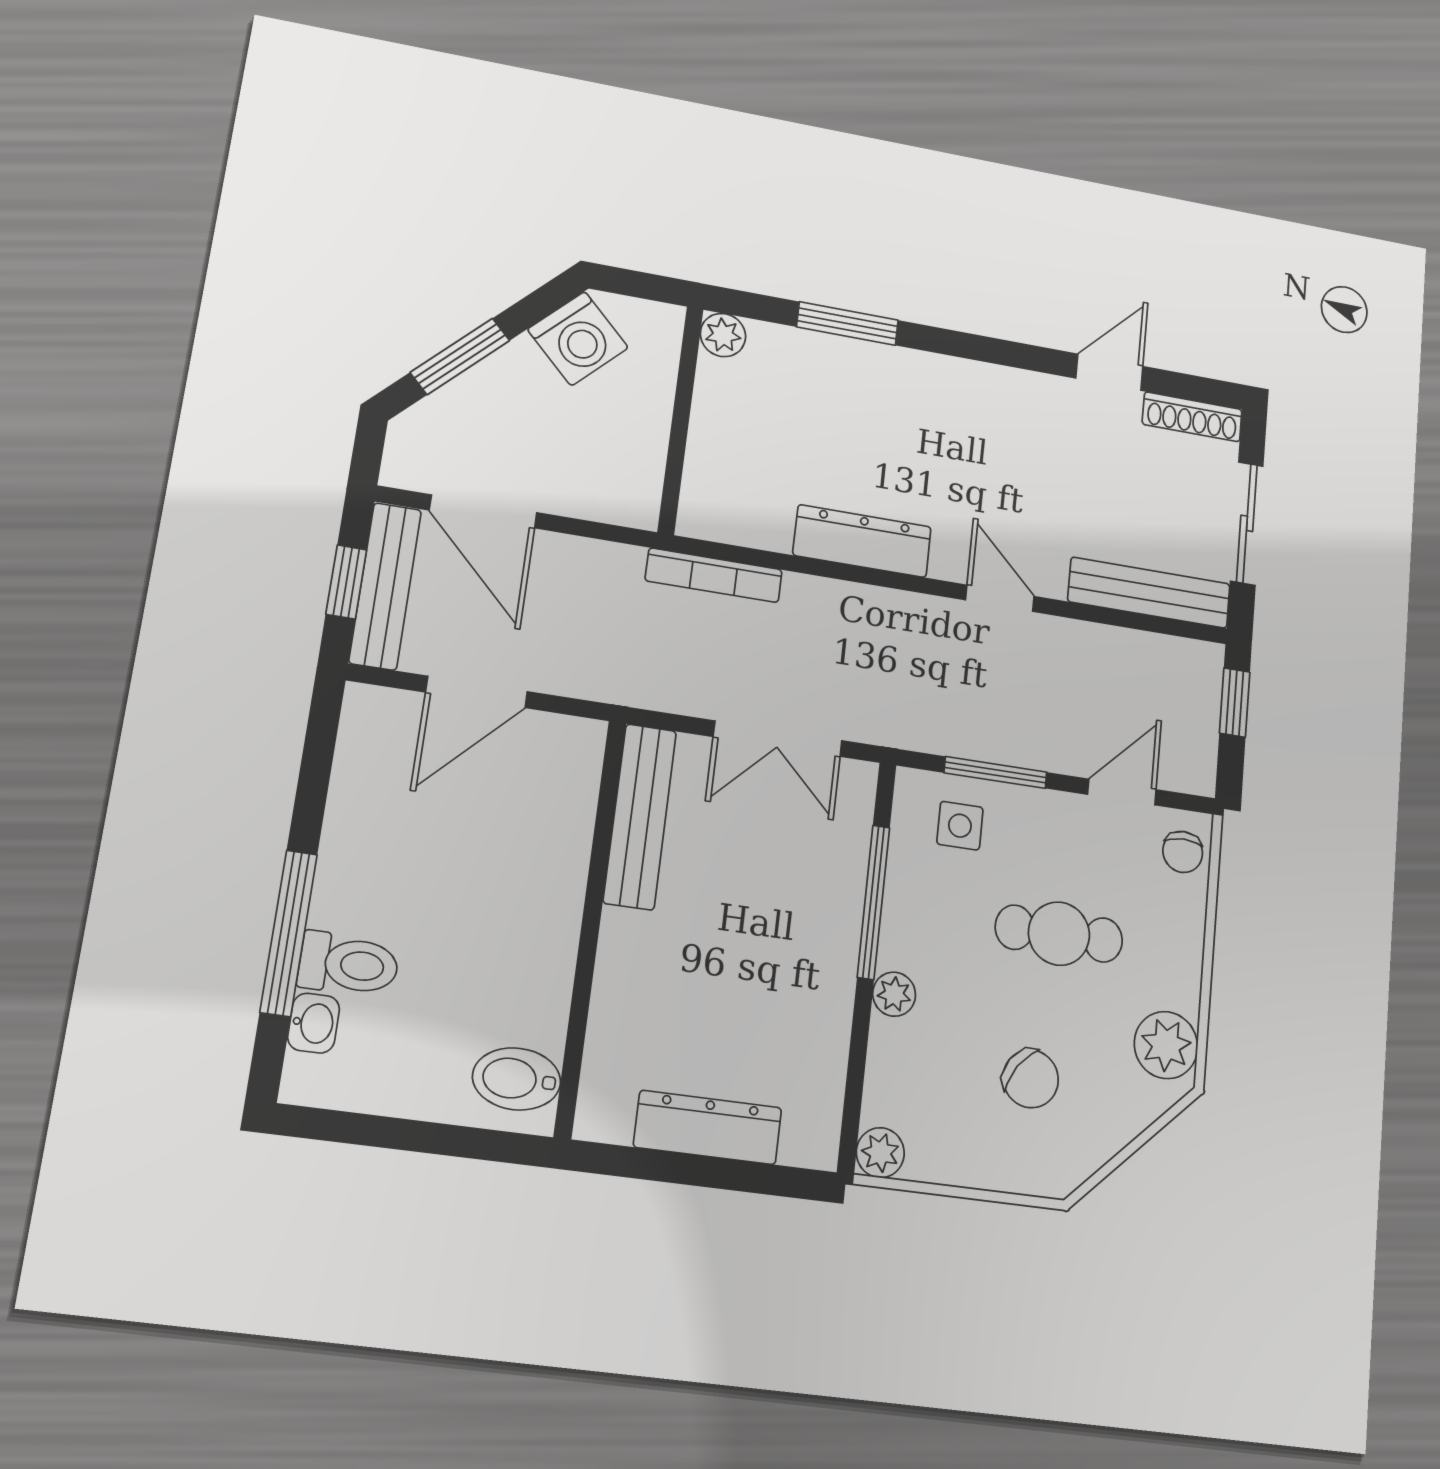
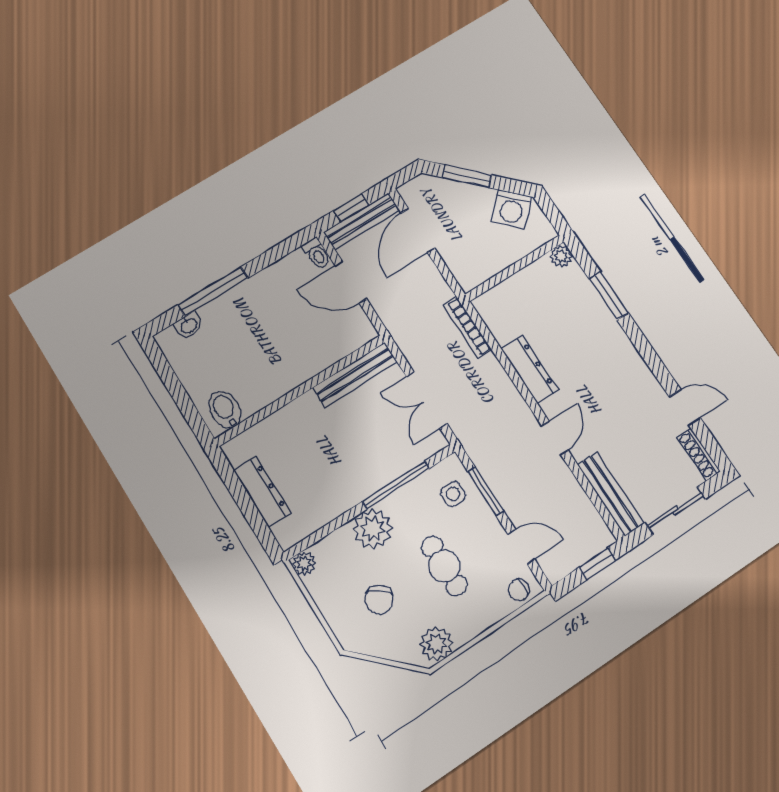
toilet: (349, 964) -> (317, 253), moved, width x0.73, depth x0.72
plant: (894, 994) -> (373, 529), width x1.87, depth x1.87

